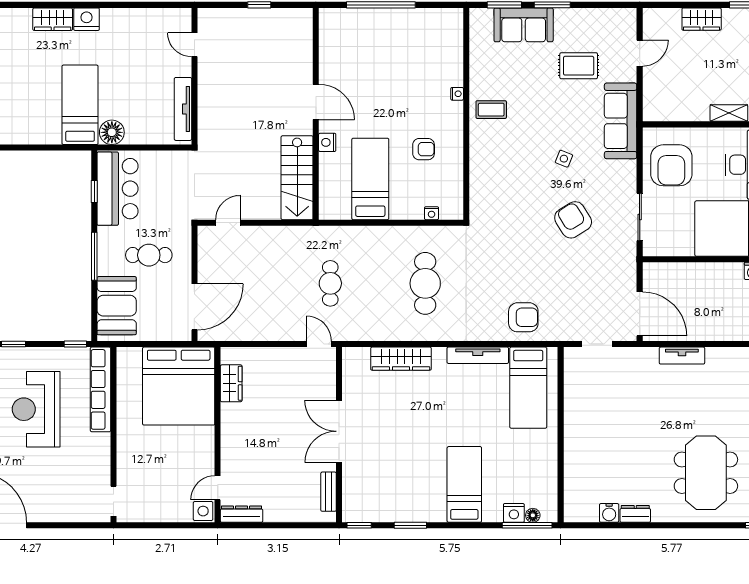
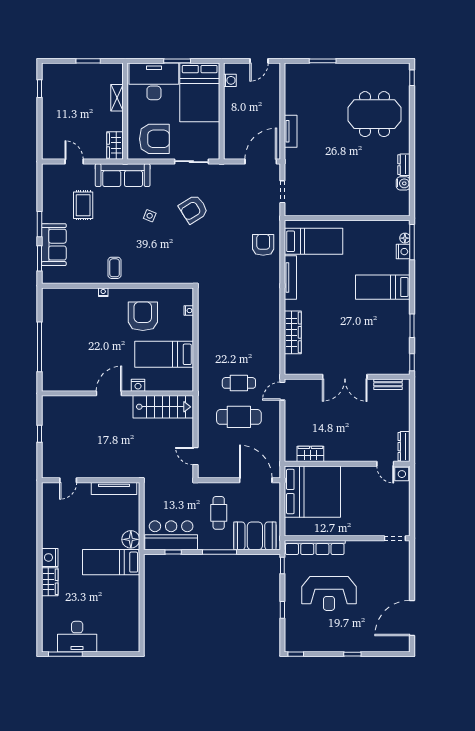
wardrobe: (702, 19) -> (115, 146), moved, turned 180
armchair: (424, 149) -> (143, 316), width x1.88, depth x1.88
cafe table: (425, 283) -> (239, 417), moved

